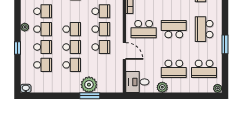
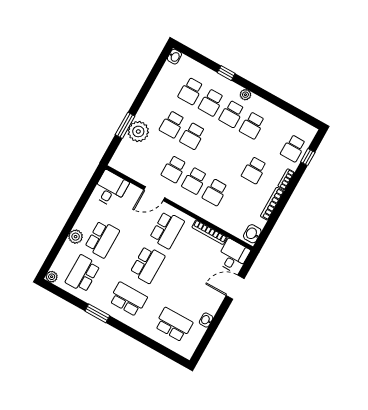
school desk: (72, 29) -> (213, 147), removed
school desk: (144, 29) -> (167, 230), turned 180
school desk: (174, 69) -> (102, 239), turned 180
plant: (162, 87) -> (76, 237), moved

